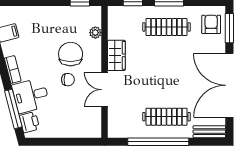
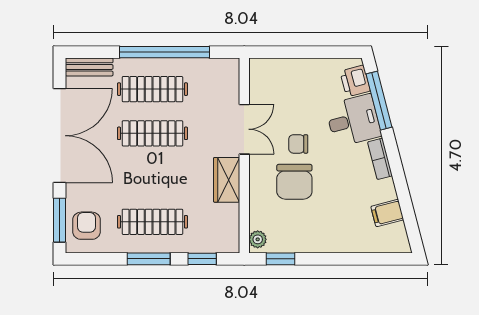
armchair: (211, 24) -> (86, 226), turned 180
plant: (95, 33) -> (258, 239), moved
clothes rail: (166, 87) -> (152, 133), added

